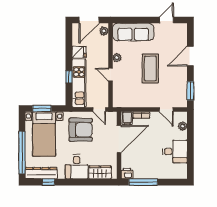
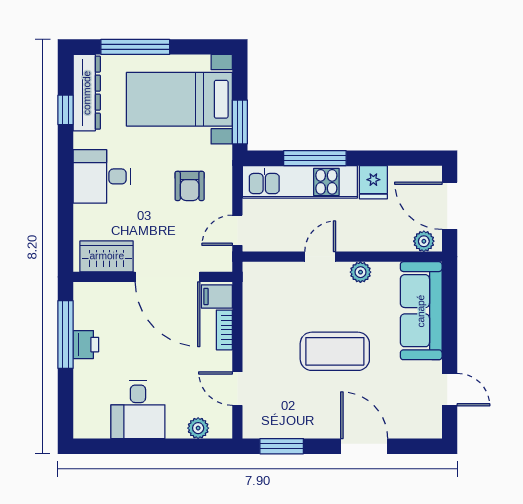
window: (69, 77) -> (315, 158), width x2.17
window: (42, 109) -> (240, 122), moved
door: (166, 110) -> (237, 389), hinge flipped
armchair: (81, 130) -> (190, 186), width x0.53, depth x0.53
window: (22, 153) -> (135, 47), width x0.68
wardrobe: (100, 172) -> (107, 256), moved, turned -90
printer: (127, 173) -> (86, 345), moved

